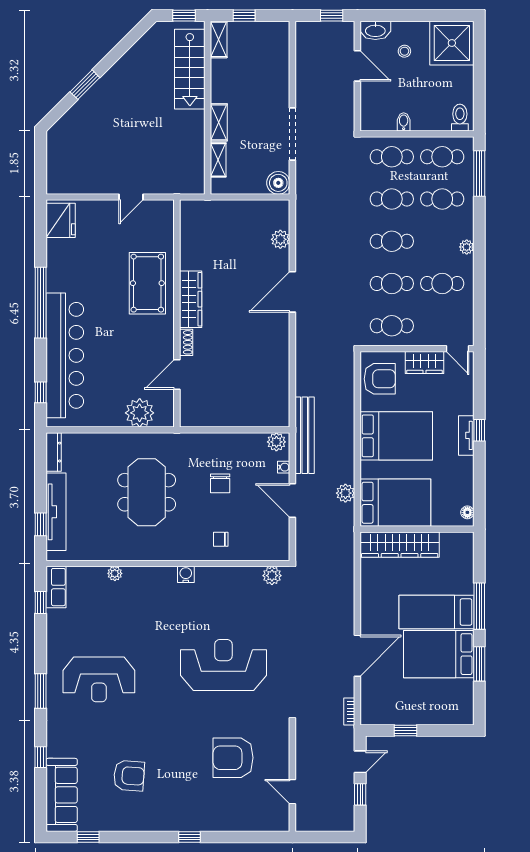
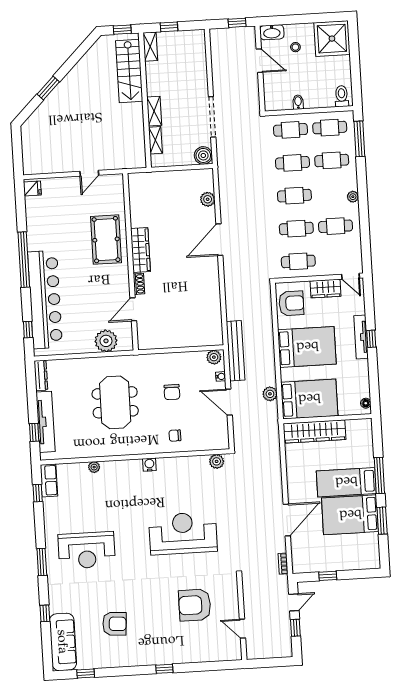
fridge: (61, 220) -> (32, 189), width x0.53, depth x0.75
tv unit: (466, 435) -> (361, 337), width x1.41

